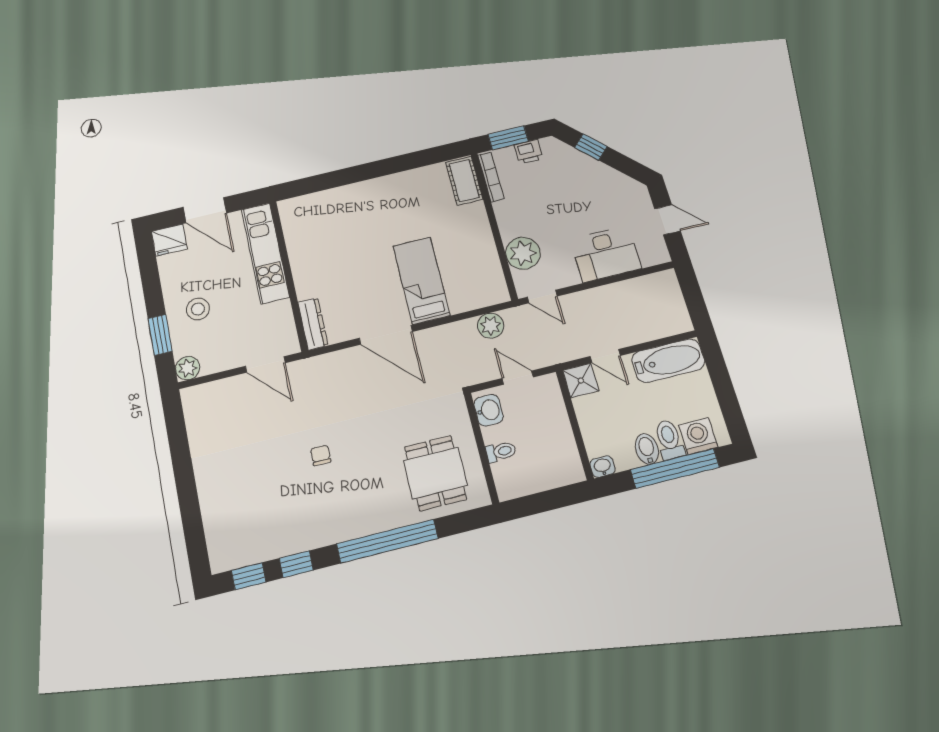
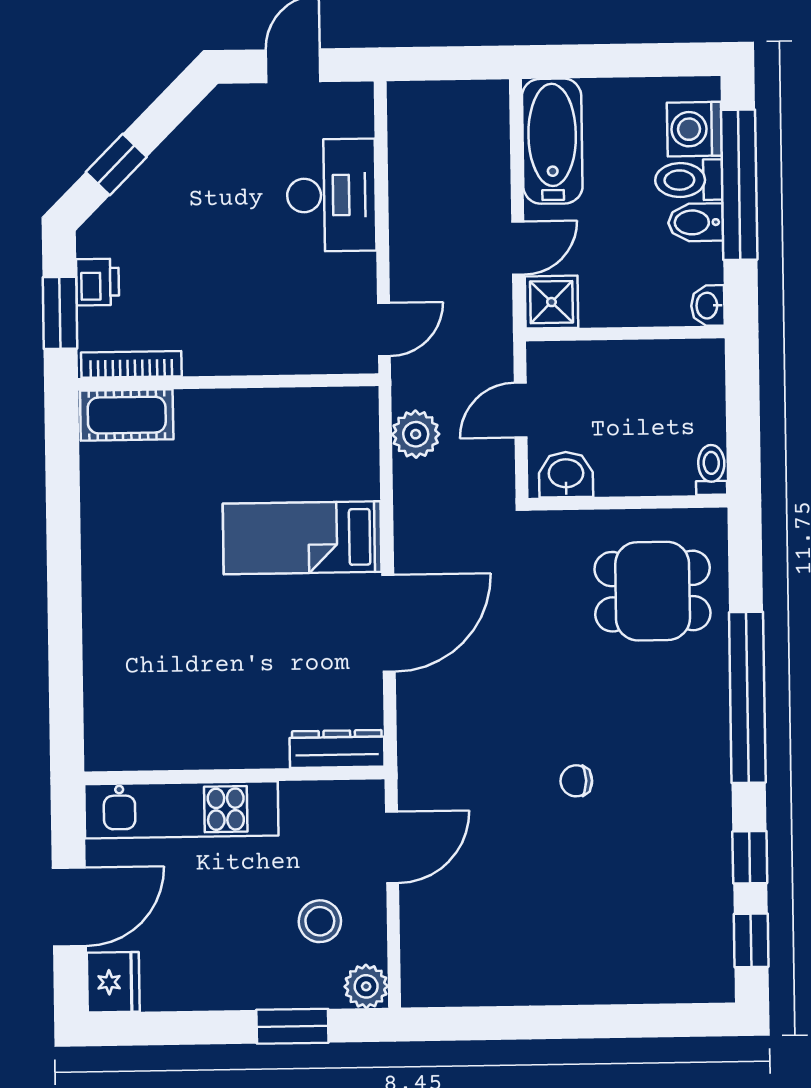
plant: (523, 253) -> (294, 343), removed
stool: (198, 309) -> (320, 921), moved
toilet: (501, 452) -> (711, 470), moved

